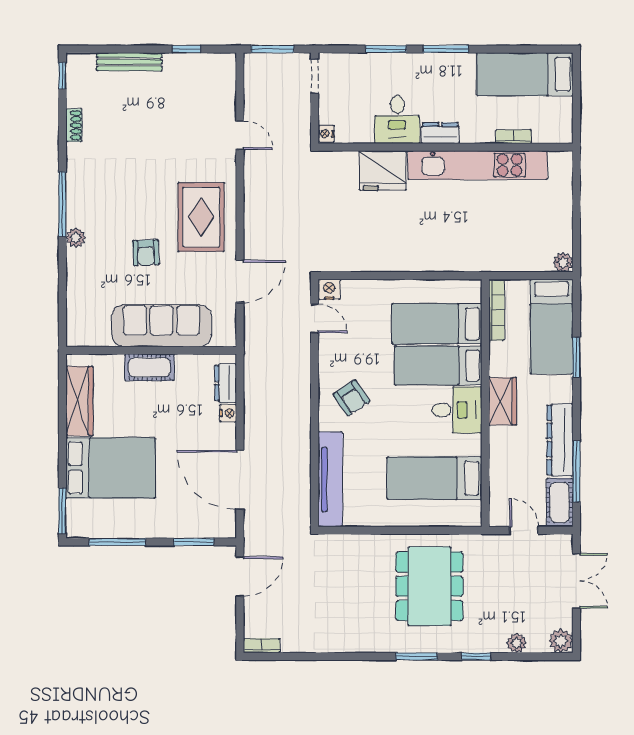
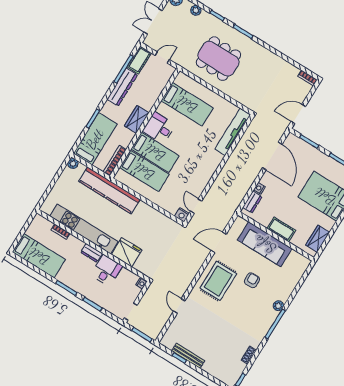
bench: (129, 62) -> (188, 356), moved
kitchen counter: (475, 255) -> (109, 190), added
armchair: (351, 398) -> (202, 162), removed
wardrobe: (79, 401) -> (318, 239), width x0.67
door: (524, 530) -> (162, 57), swing flipped
dining table: (429, 586) -> (218, 59), turned 90

